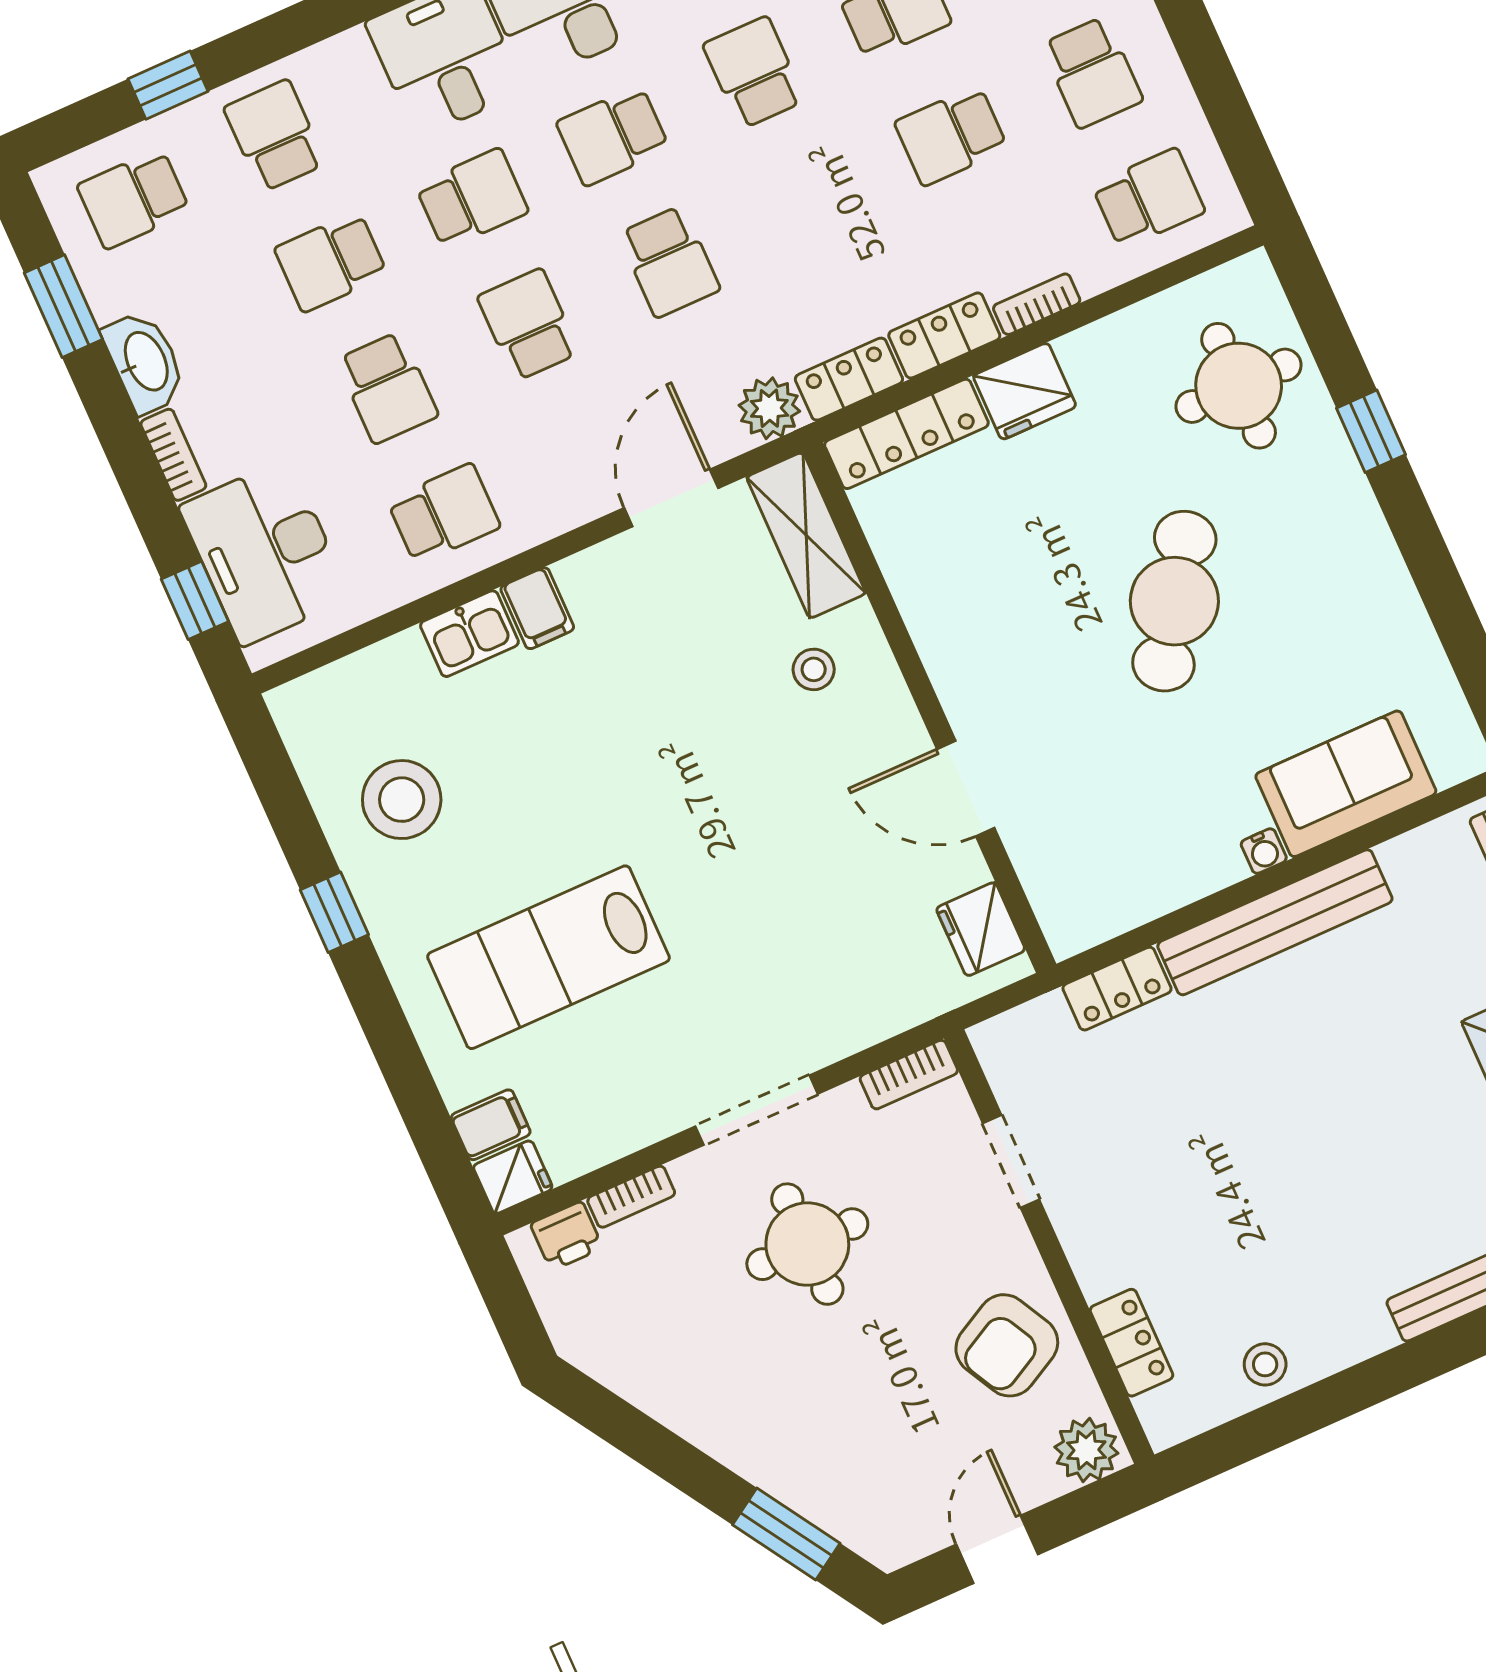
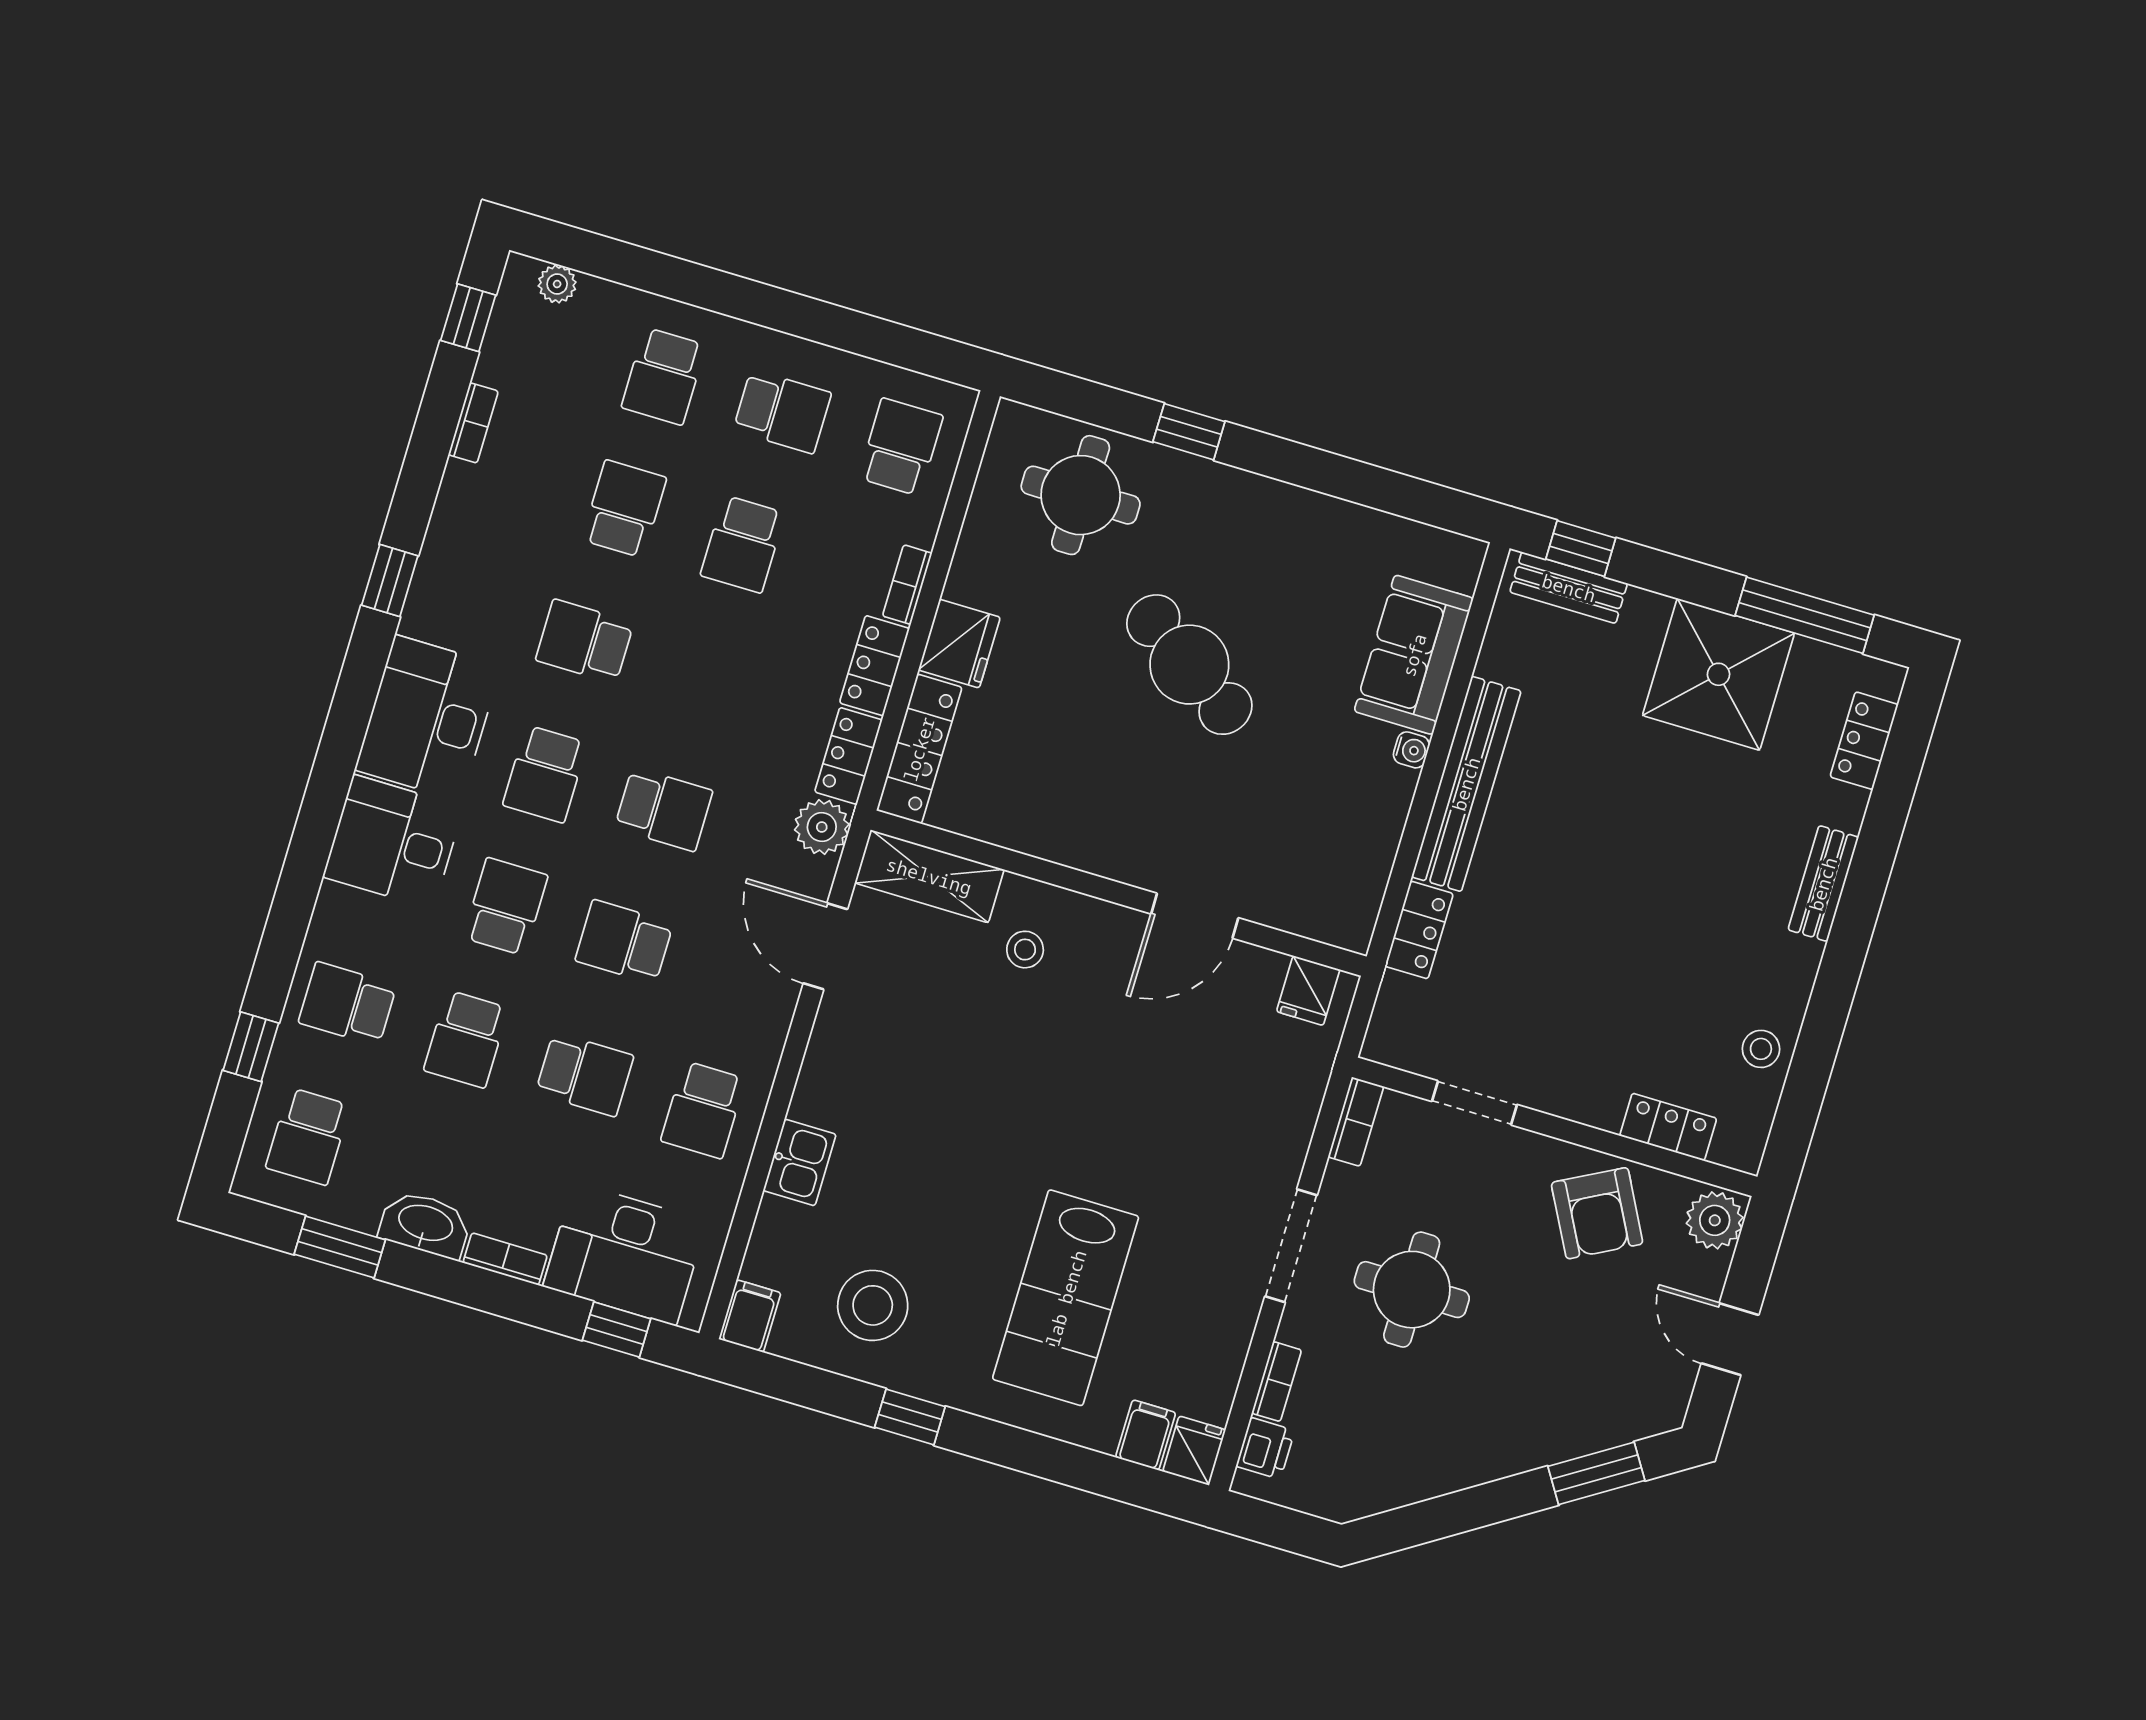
school desk: (444, 514) -> (703, 1110), turned 180
filing cabinet: (537, 608) -> (750, 1316), moved, turned -90
fridge: (981, 929) -> (1308, 991), width x0.72

